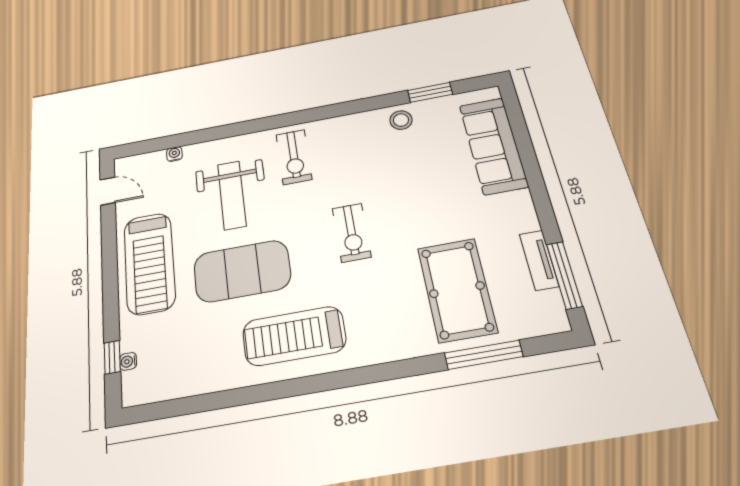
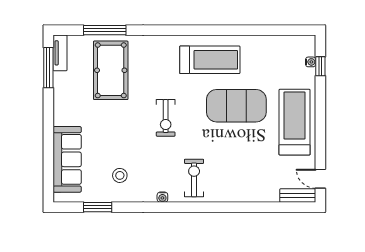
stool: (401, 120) -> (120, 175), moved
water cooler: (174, 154) -> (162, 197), moved
bench: (140, 163) -> (298, 195), added
weight bench: (232, 195) -> (238, 159), removed
exercise bike: (352, 233) -> (166, 118), turned 180
tv unit: (539, 260) -> (60, 53), moved

